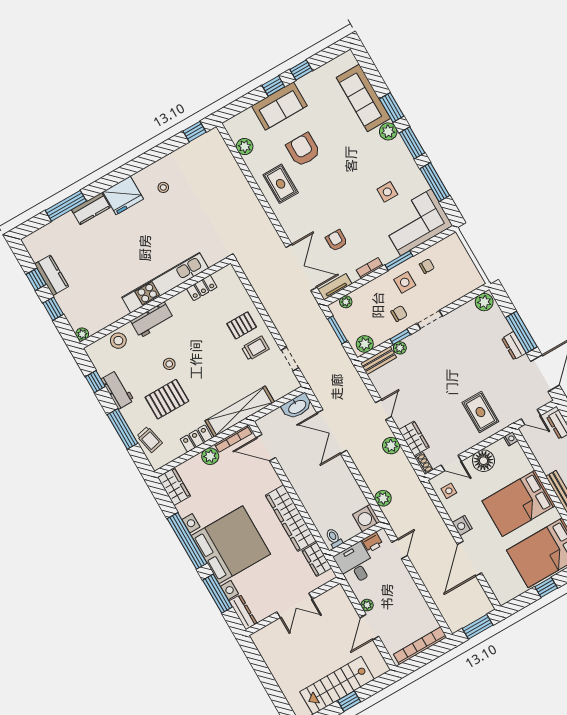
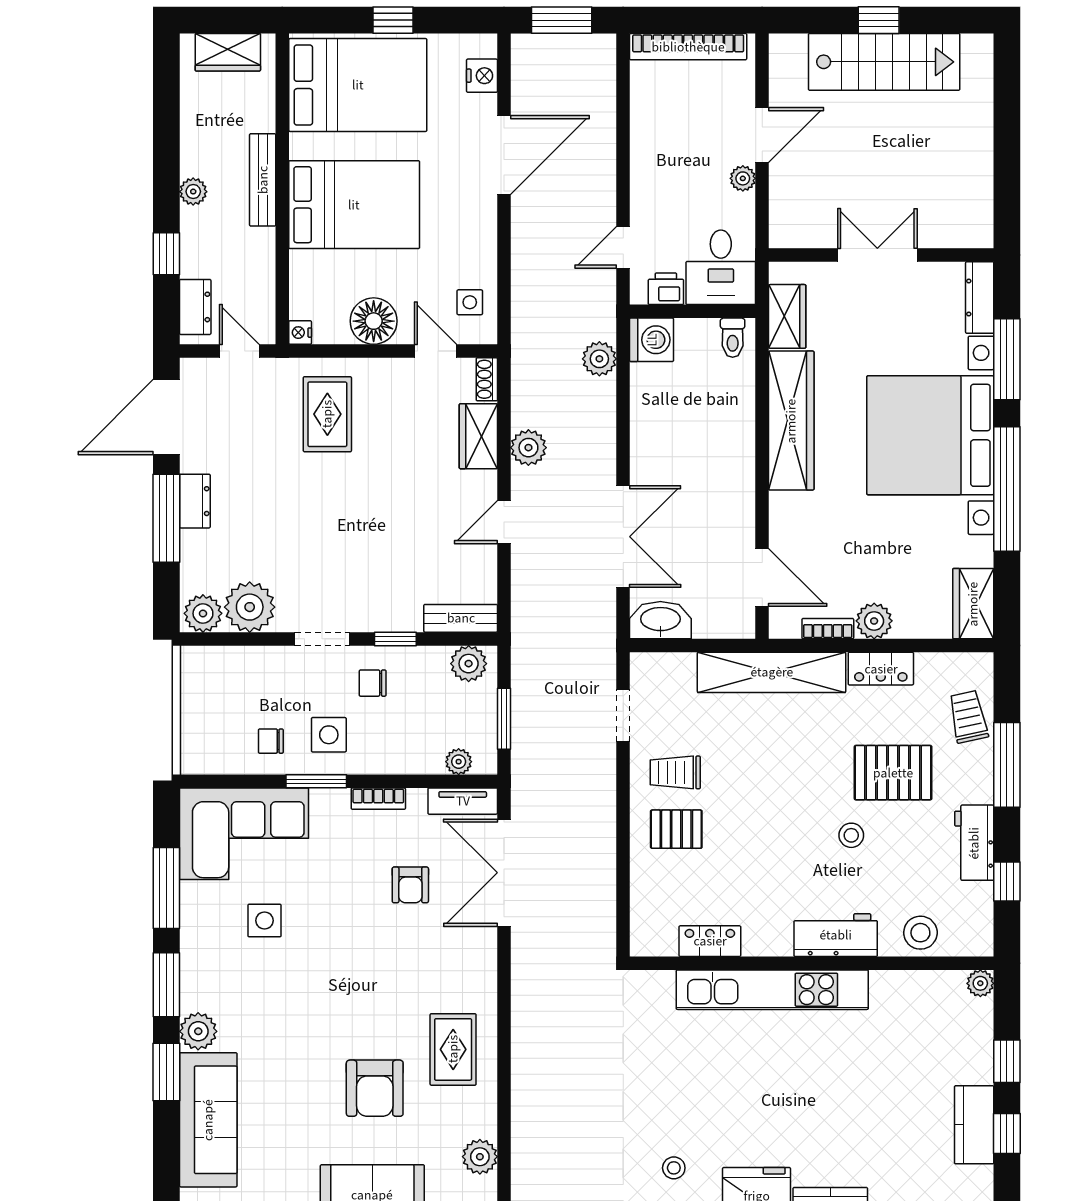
plant: (400, 348) -> (250, 607), moved, width x1.87, depth x1.87
bookcase: (233, 439) -> (828, 629), width x0.64
nightstand: (462, 526) -> (482, 76), moved

